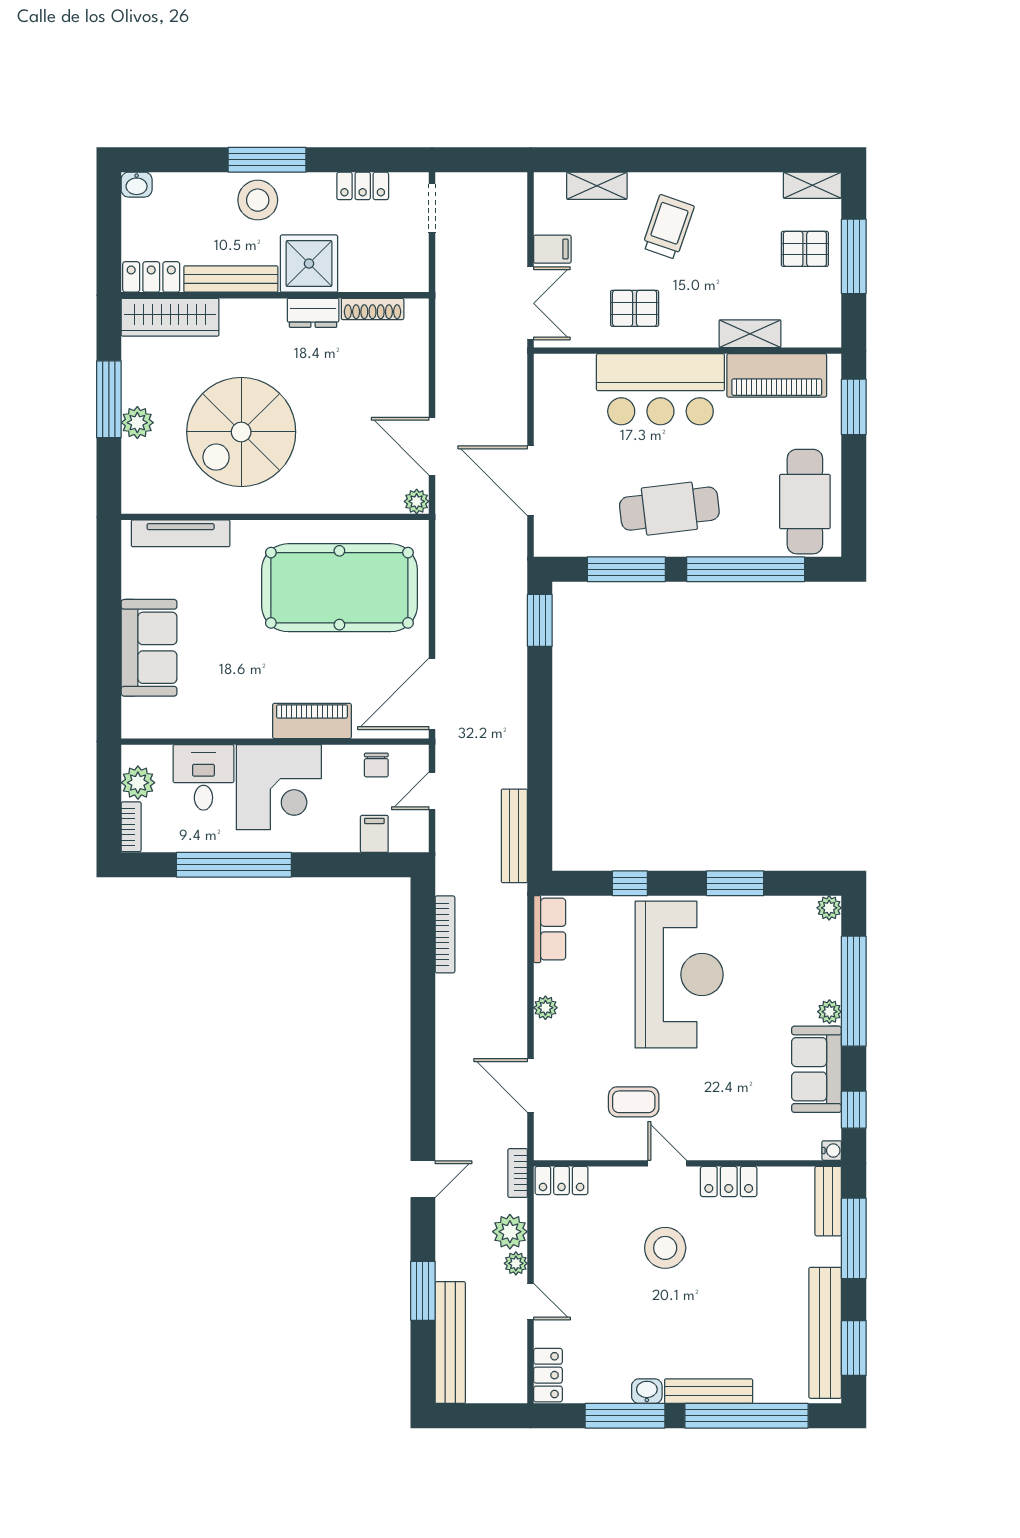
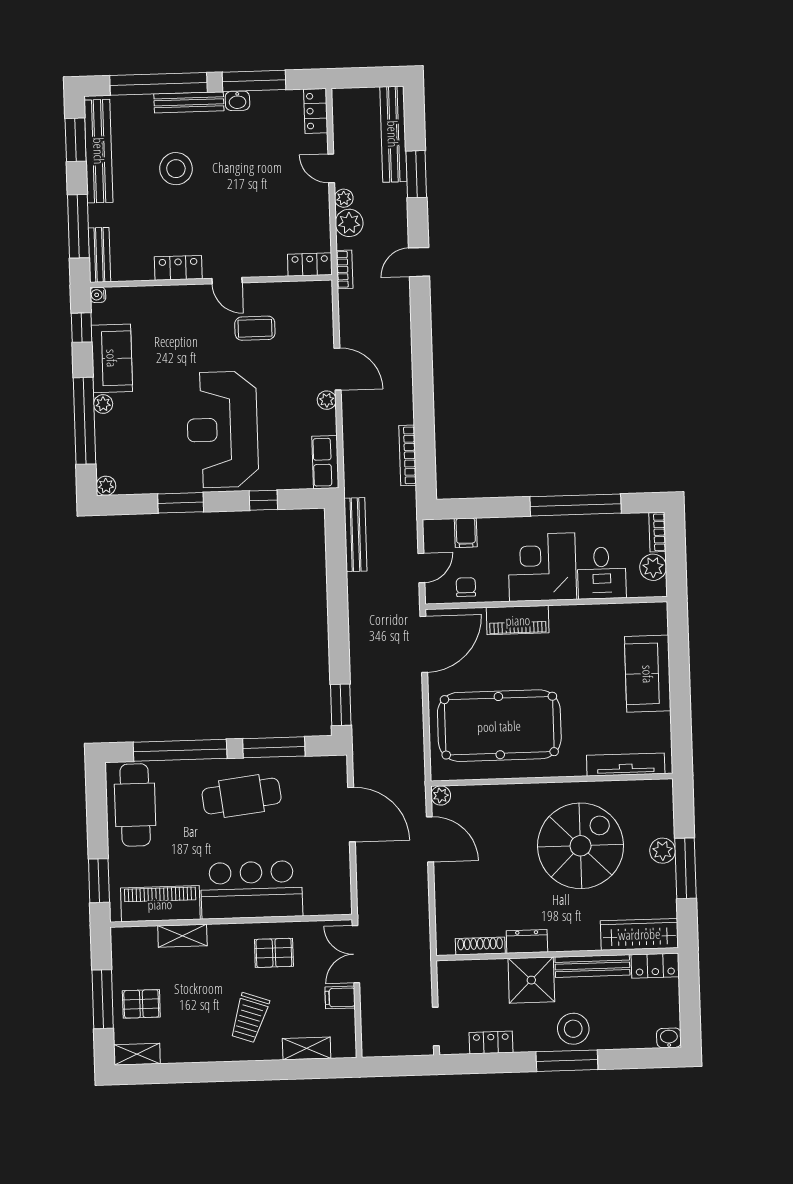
door: (531, 1086) -> (338, 369), moved
stool: (665, 1248) -> (176, 169), moved

